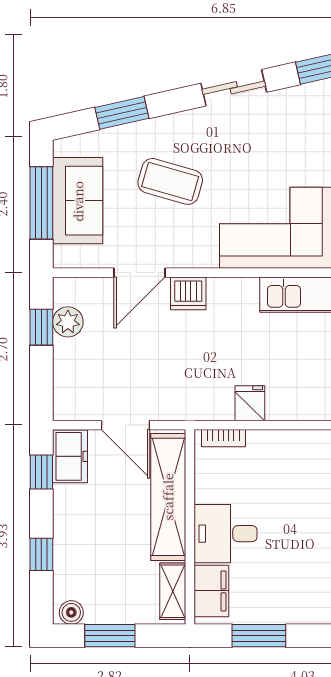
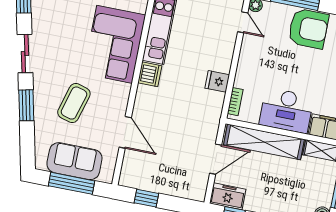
window: (122, 113) -> (26, 105), moved
dishwasher: (188, 293) -> (150, 74), moved
plant: (68, 322) -> (146, 182), removed
desk: (225, 534) -> (286, 110), width x1.37

